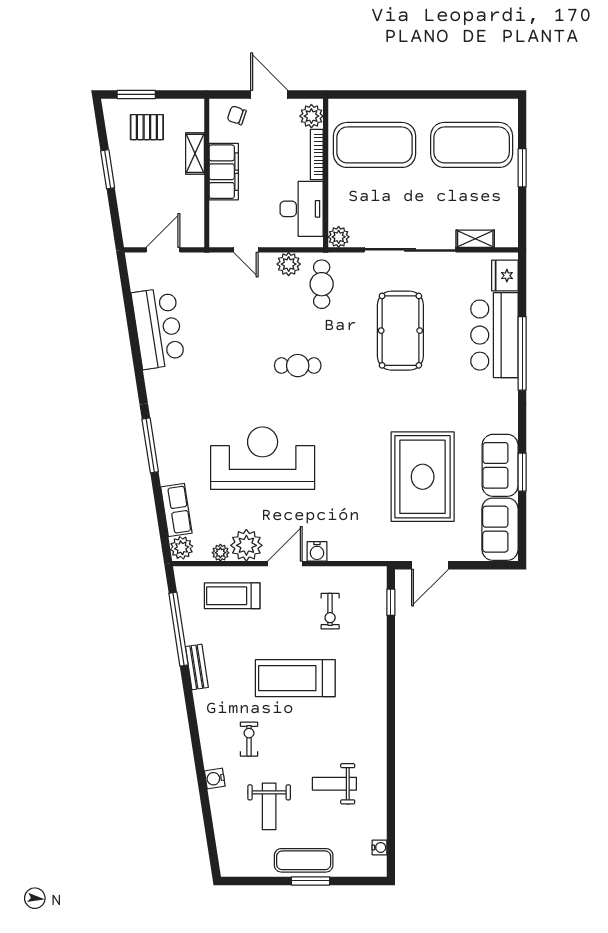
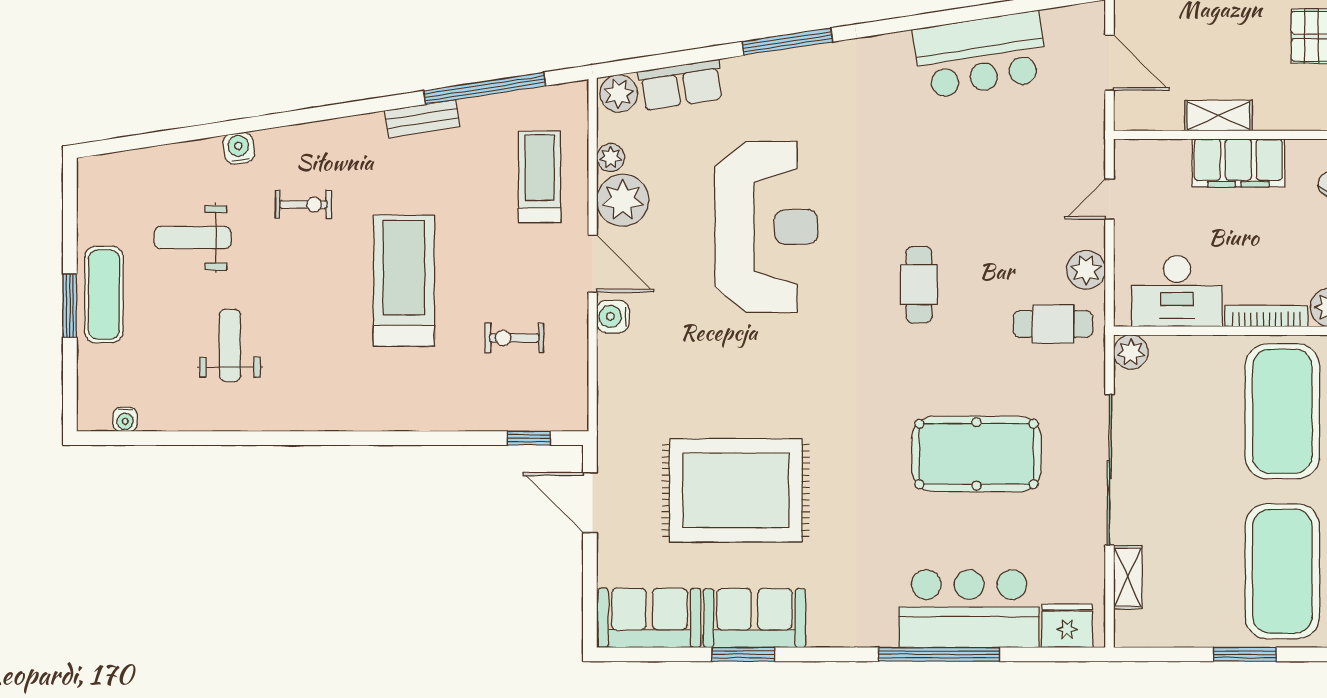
shelving: (195, 153) -> (1218, 116), moved

